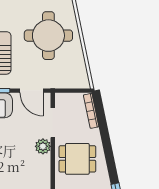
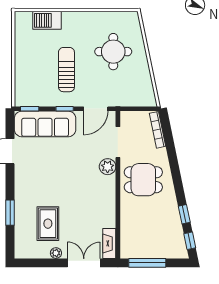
round table: (48, 36) -> (113, 52), width x0.73, depth x0.73
door: (32, 91) -> (96, 109), hinge flipped

